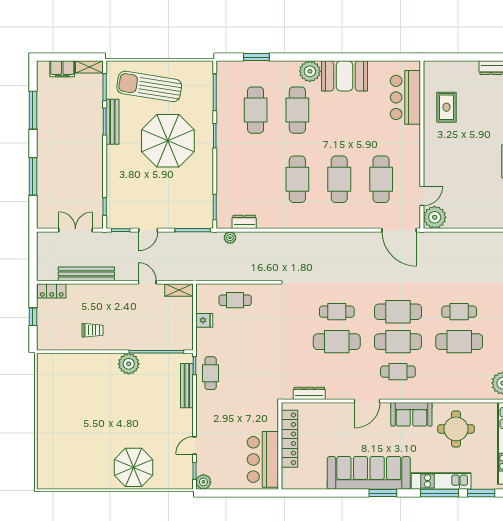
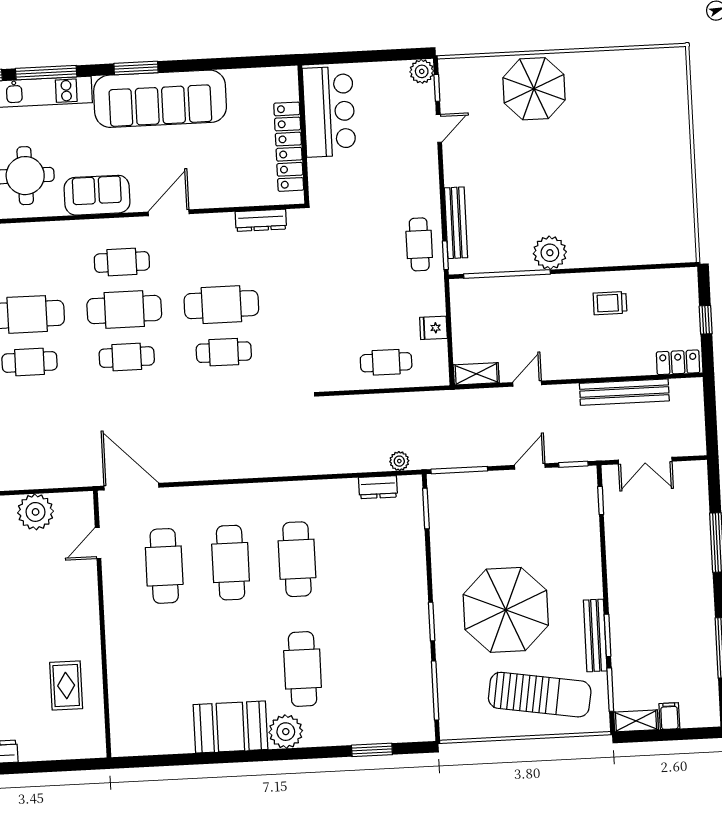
filing cabinet: (62, 69) -> (669, 716), width x0.50
bar counter: (405, 97) -> (132, 698), removed
cafe table: (256, 110) -> (369, 666), removed
plant: (435, 217) -> (36, 512), moved
door: (147, 282) -> (527, 384), swing flipped
cafe table: (398, 312) -> (127, 357), width x0.73, depth x0.74

